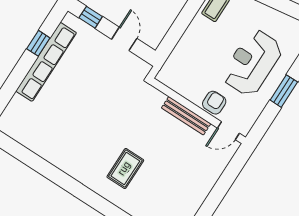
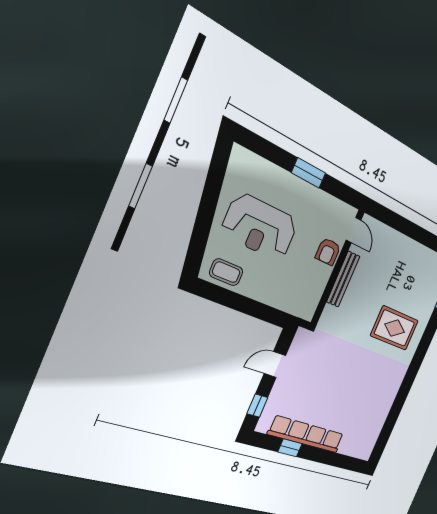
reception desk: (252, 63) -> (260, 227), moved
armchair: (214, 103) -> (328, 251), turned -90
rug: (125, 169) -> (395, 328), width x1.36, depth x1.43

